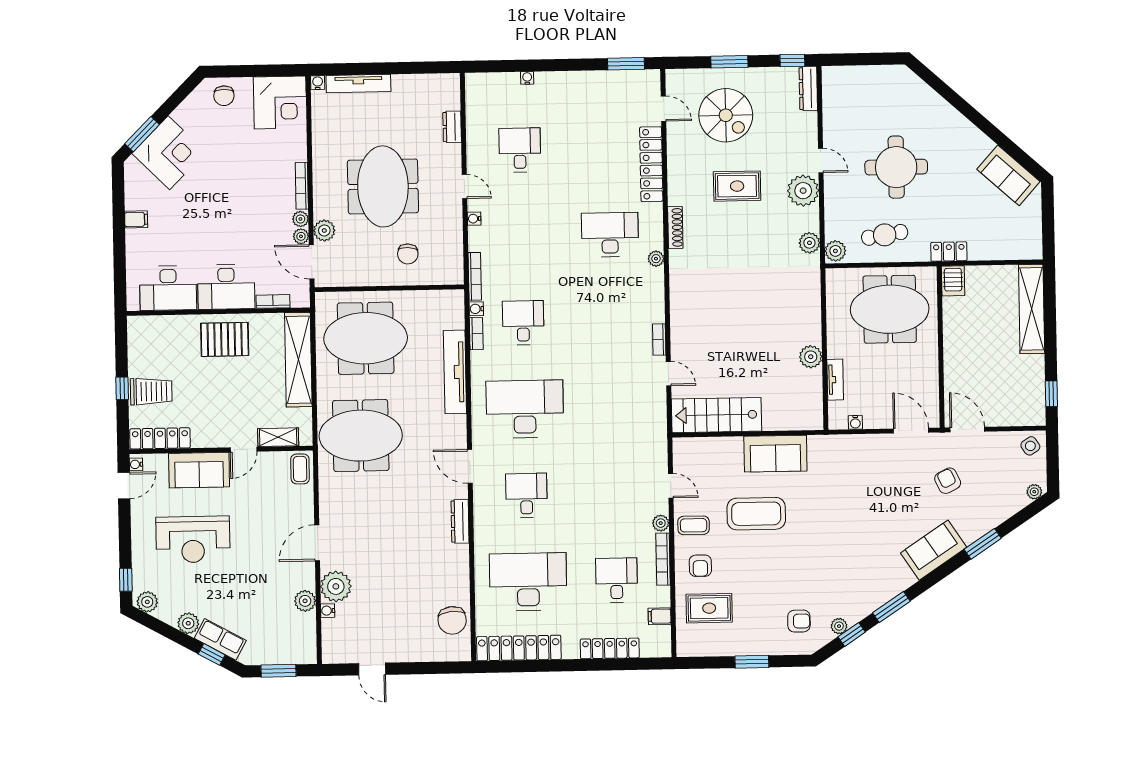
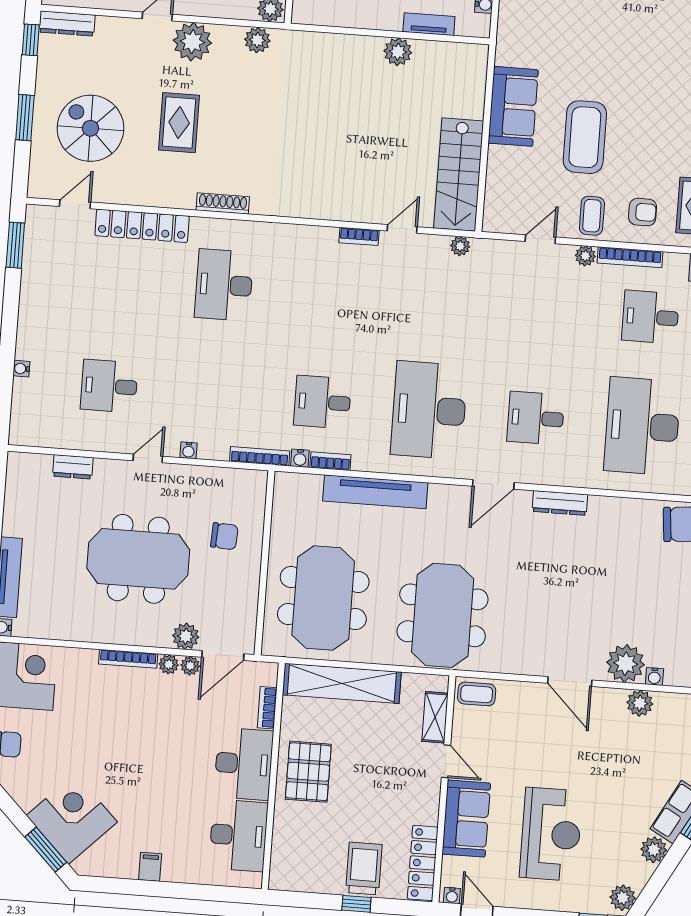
spiral stairs: (726, 115) -> (90, 128), turned -90
plant: (656, 259) -> (460, 246), moved

